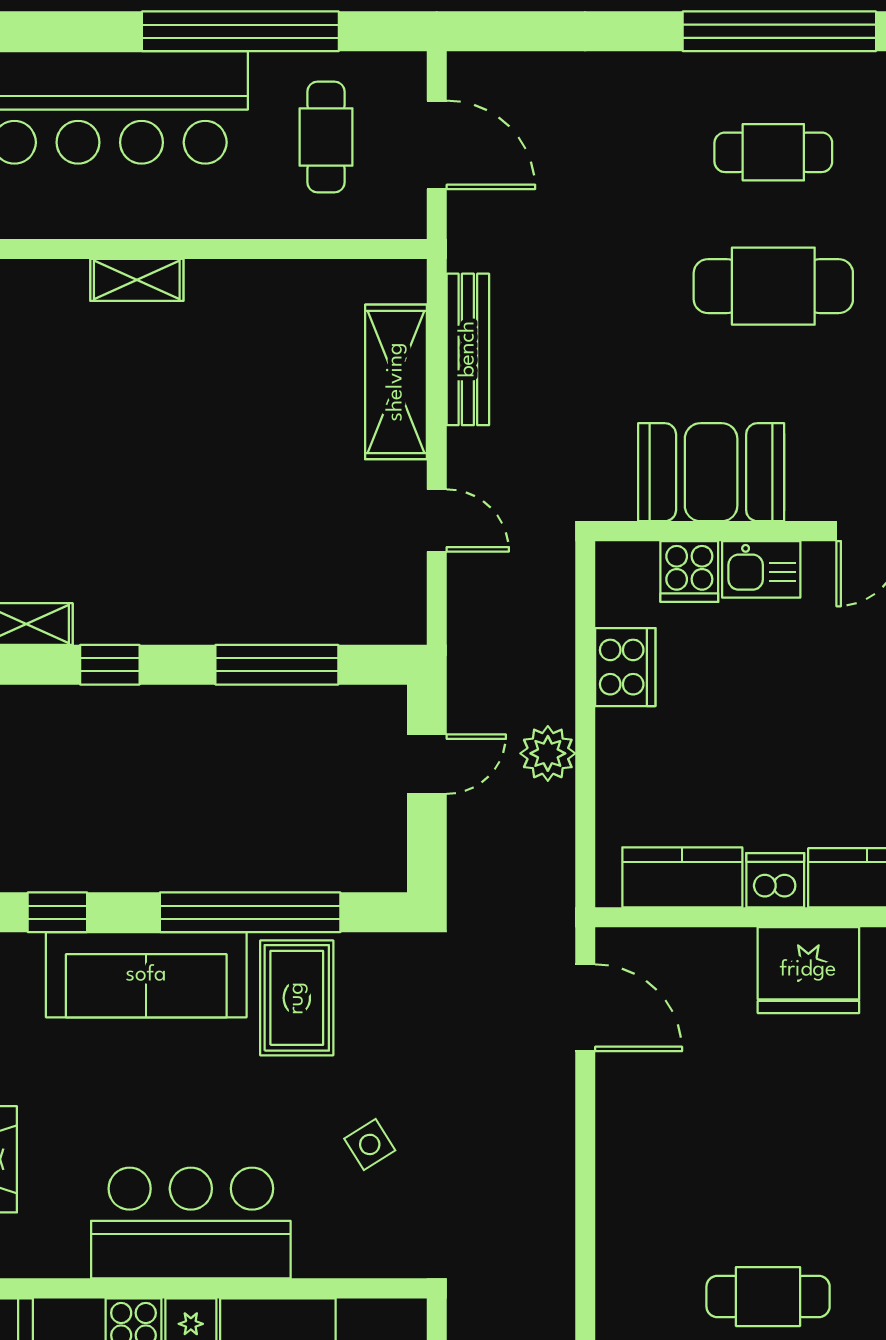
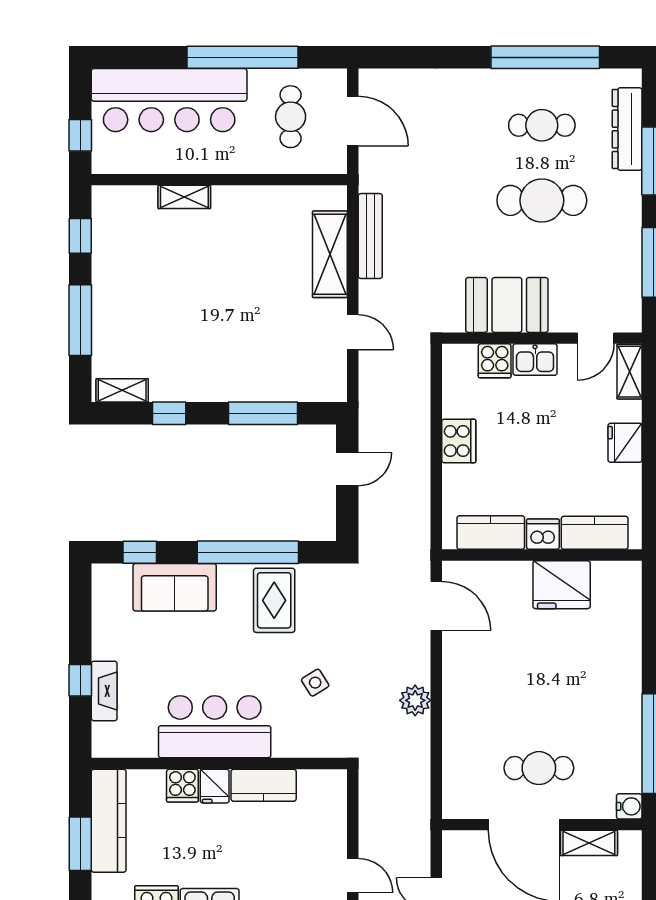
cooker: (625, 667) -> (459, 441), moved
plant: (548, 753) -> (415, 700), moved
sofa: (146, 975) -> (175, 587), width x0.73

